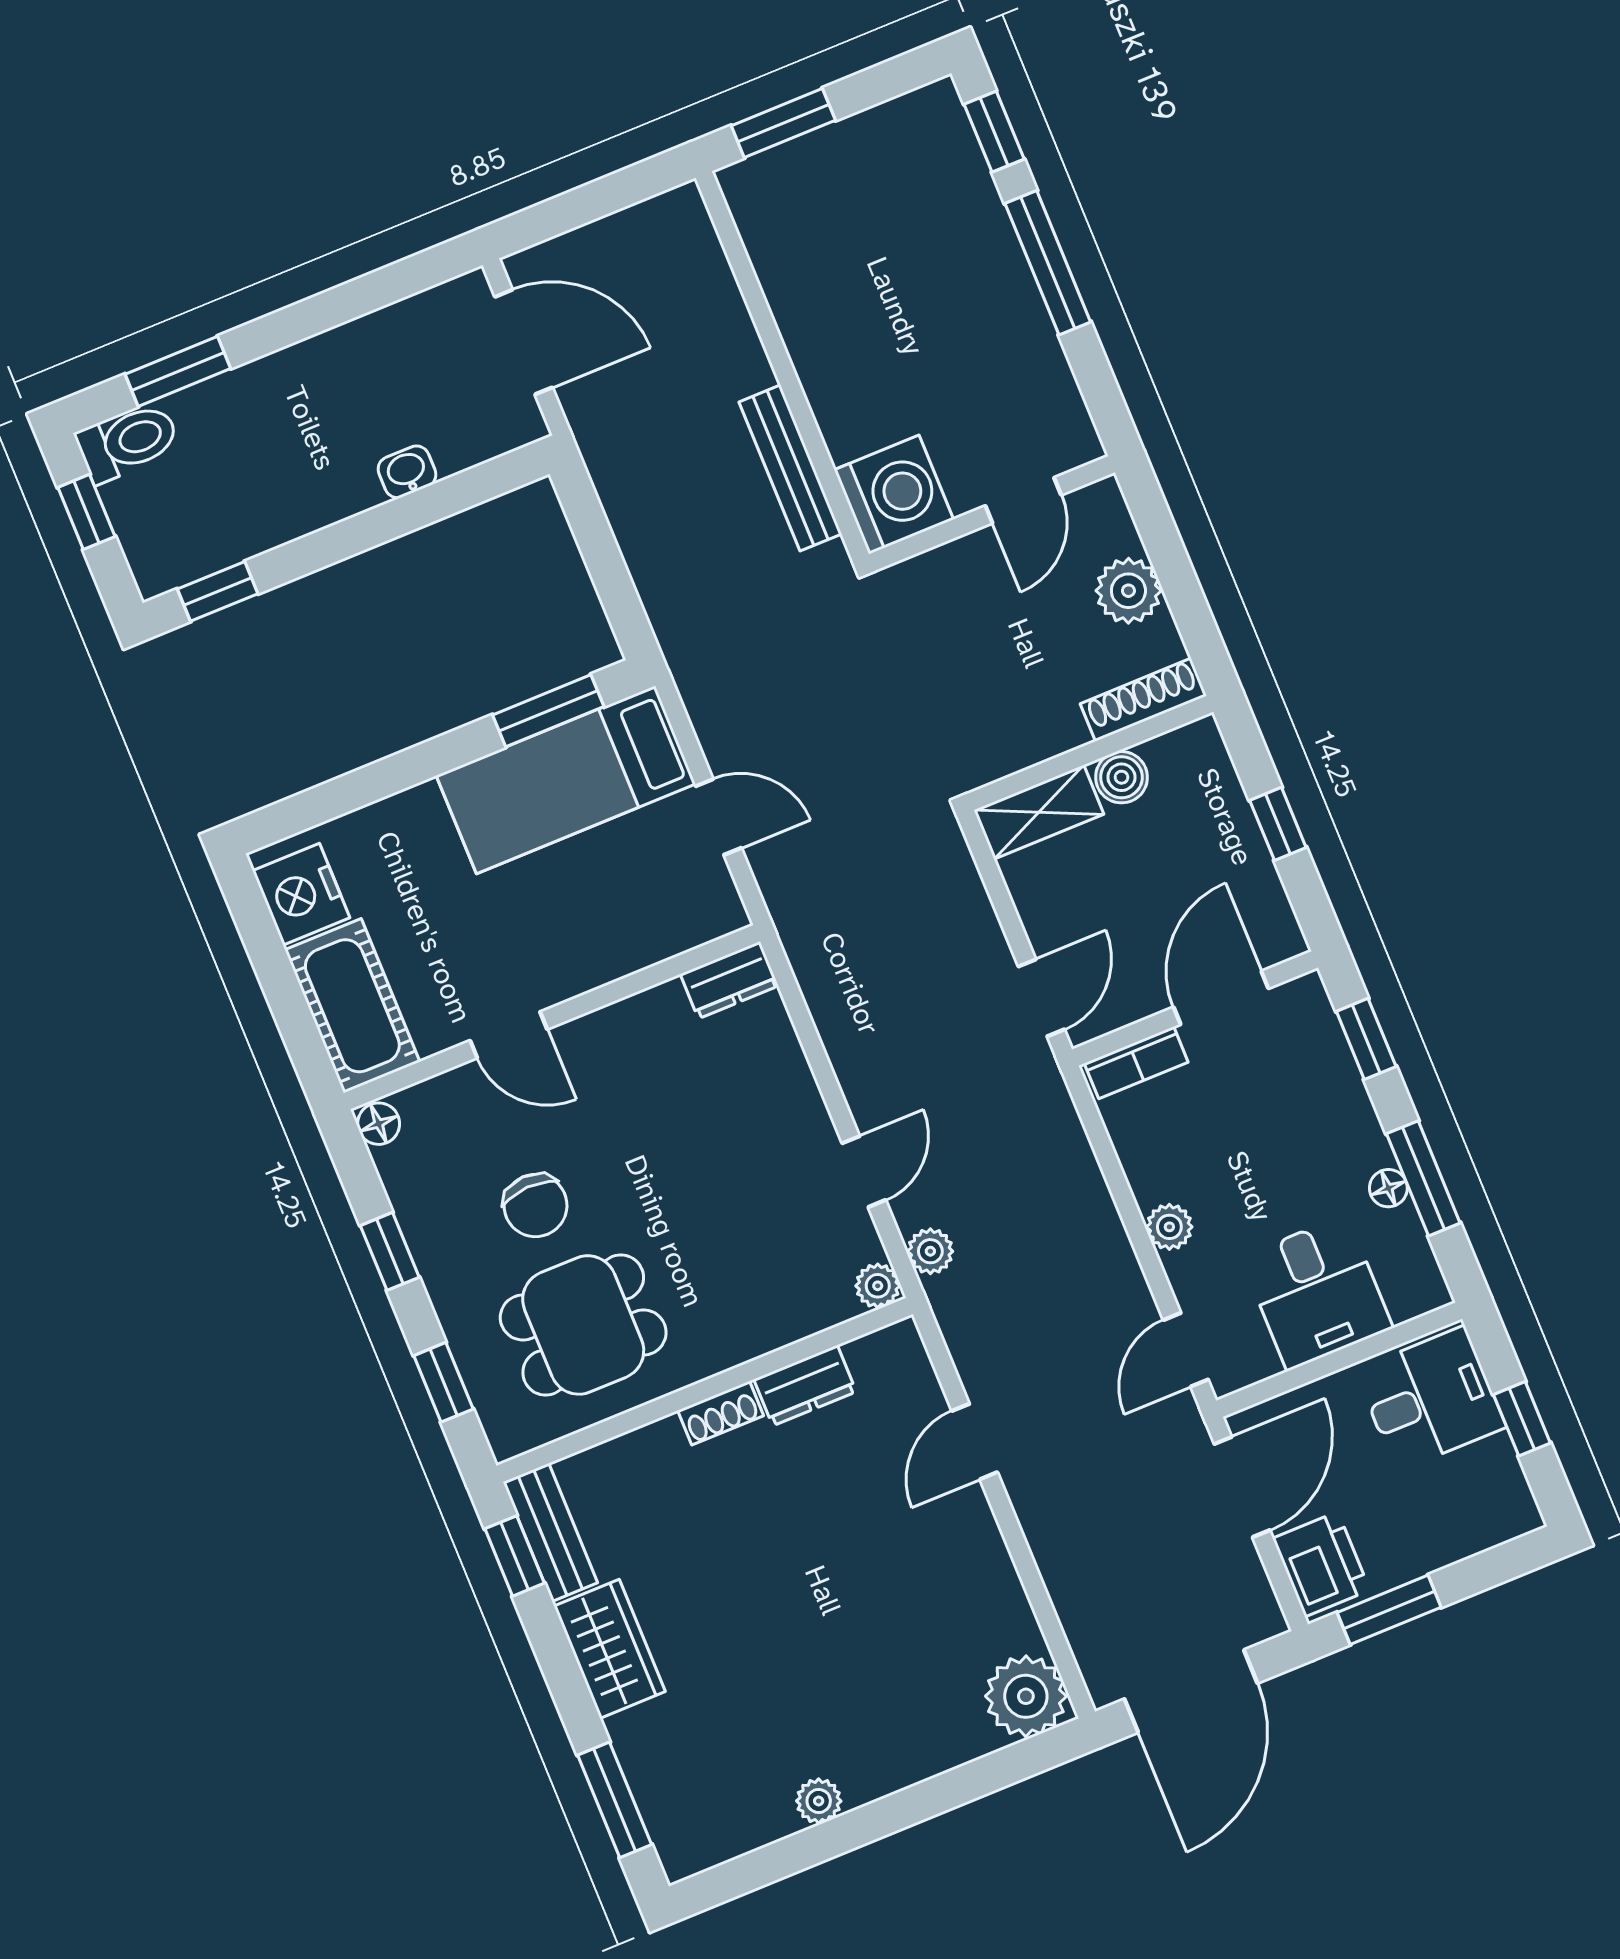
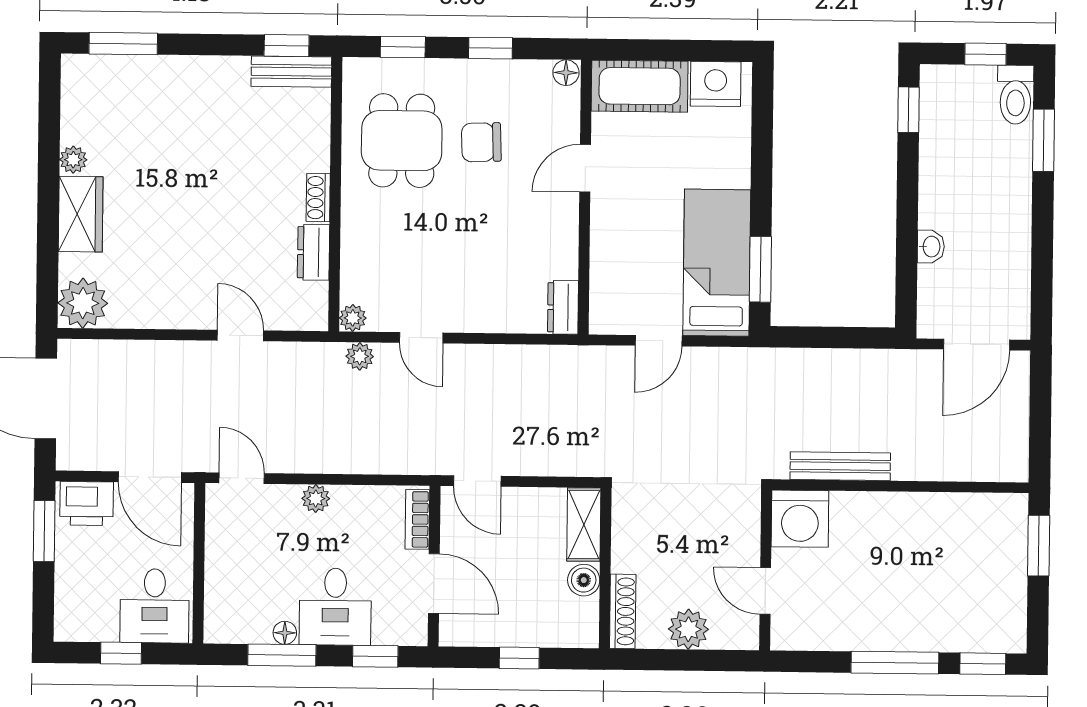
desk: (1317, 1293) -> (335, 607), moved, turned -90
wardrobe: (610, 1649) -> (81, 214), moved, turned -90

